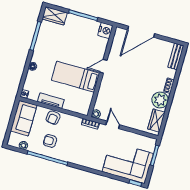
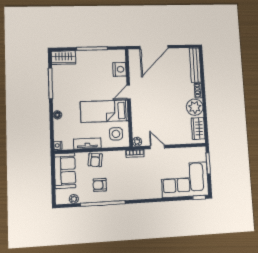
nightstand: (105, 30) -> (119, 69), moved
bench: (176, 56) -> (195, 65), width x1.36
side table: (79, 101) -> (116, 134), added

